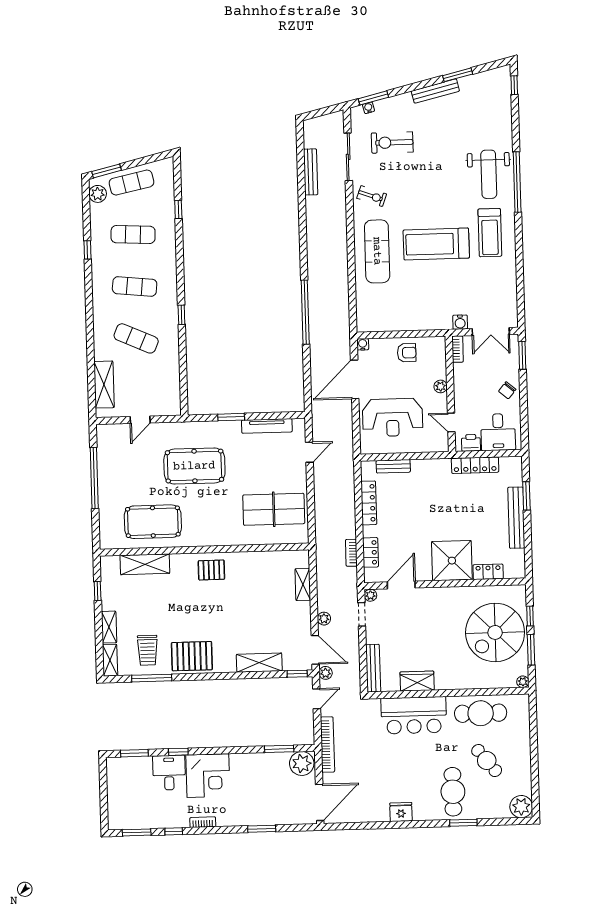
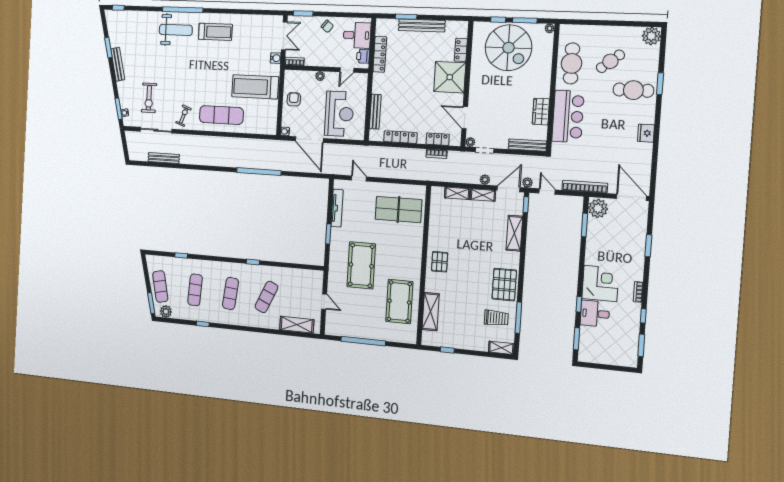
treadmill: (436, 244) -> (255, 87), moved, turned 90
bench: (393, 466) -> (375, 112), width x1.36
table tennis table: (274, 509) -> (398, 210), turned 90
shelving: (109, 627) -> (483, 195), moved

